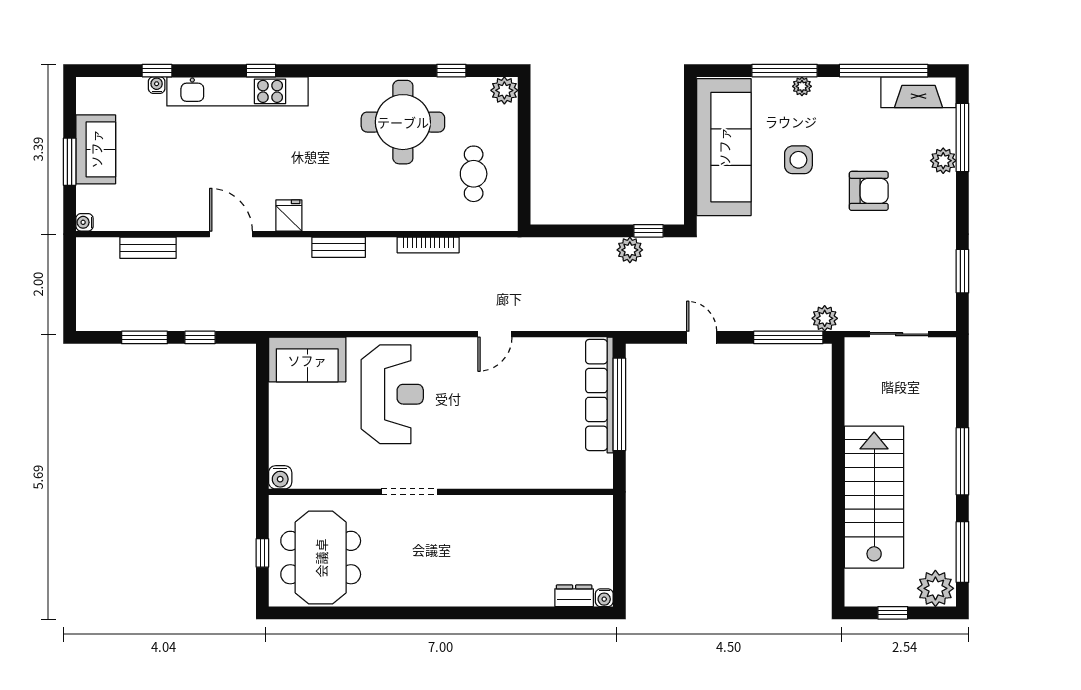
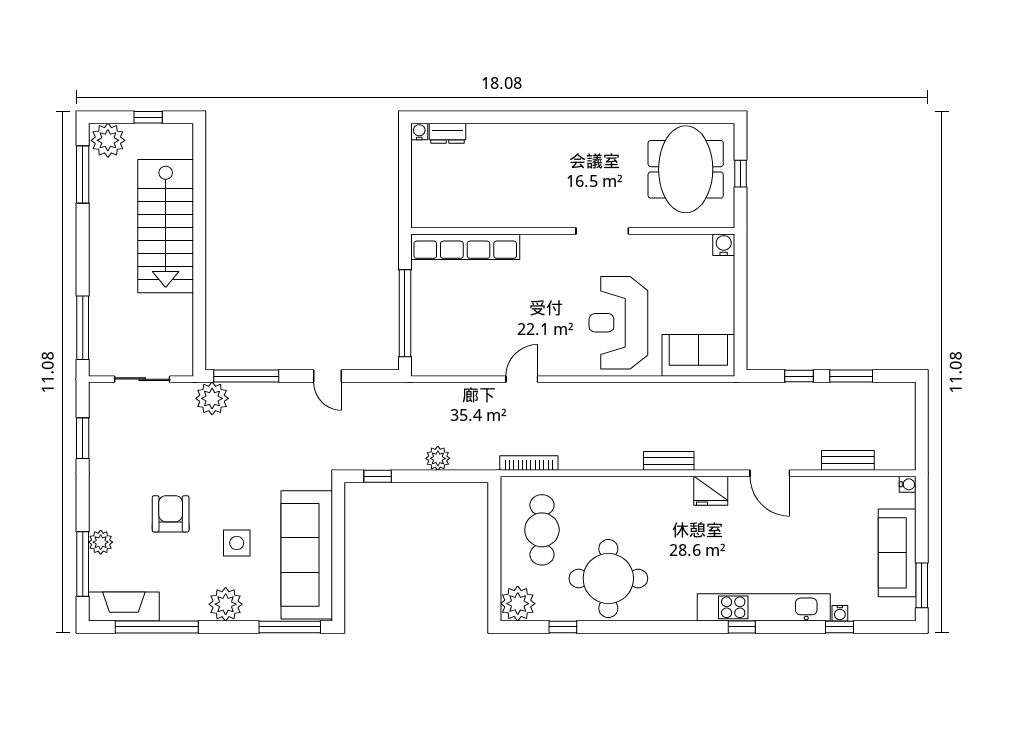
window: (785, 71) -> (290, 627), moved
plant: (802, 86) -> (226, 604), width x1.88, depth x1.88
plant: (504, 90) -> (518, 604), width x1.36, depth x1.36
sofa: (96, 149) -> (897, 553), width x1.36
window: (70, 162) -> (922, 585), moved
cafe table: (474, 174) -> (542, 530), width x1.37, depth x1.35
armchair: (869, 191) -> (171, 514), turned 90
fridge: (289, 215) -> (711, 491), width x1.38
bookcase: (428, 245) -> (529, 463), moved
plant: (630, 250) -> (438, 458), moved
plant: (825, 318) -> (212, 398), width x1.36, depth x1.36
row of seats: (599, 395) -> (465, 247), moved, turned 90
window: (962, 461) -> (83, 328), moved

